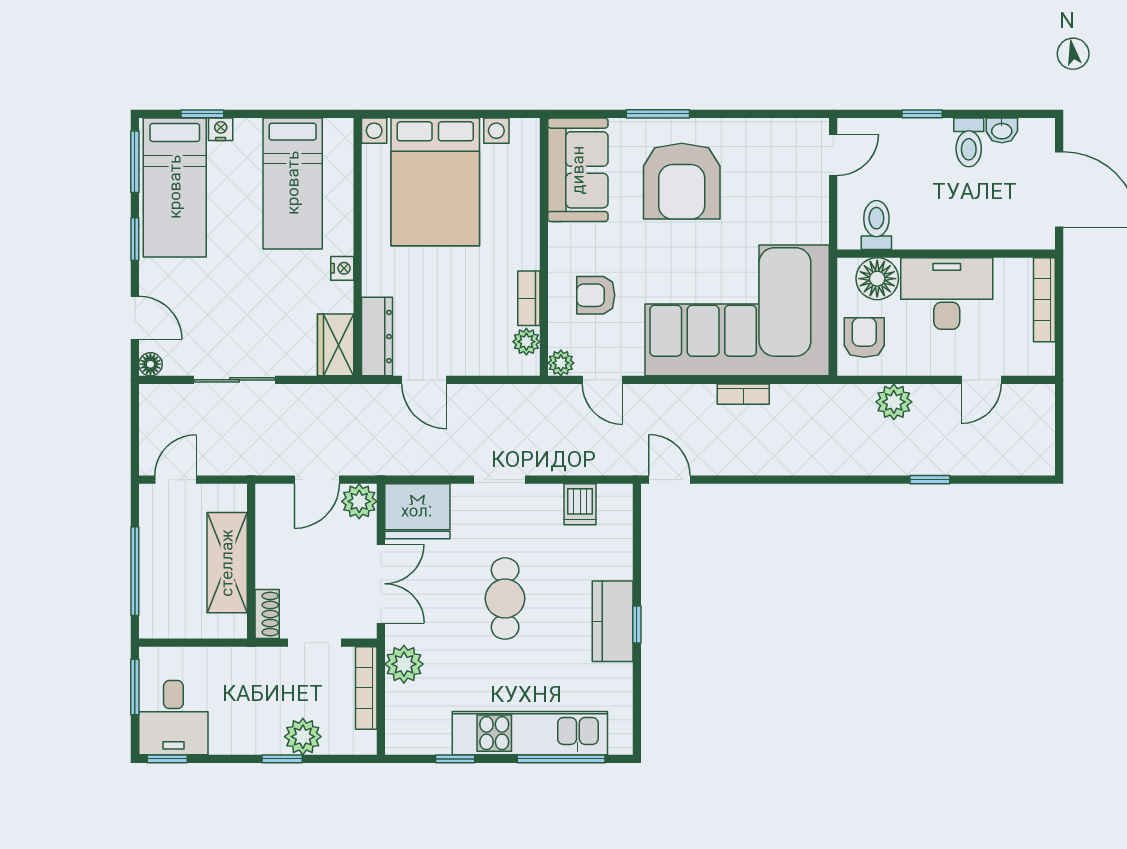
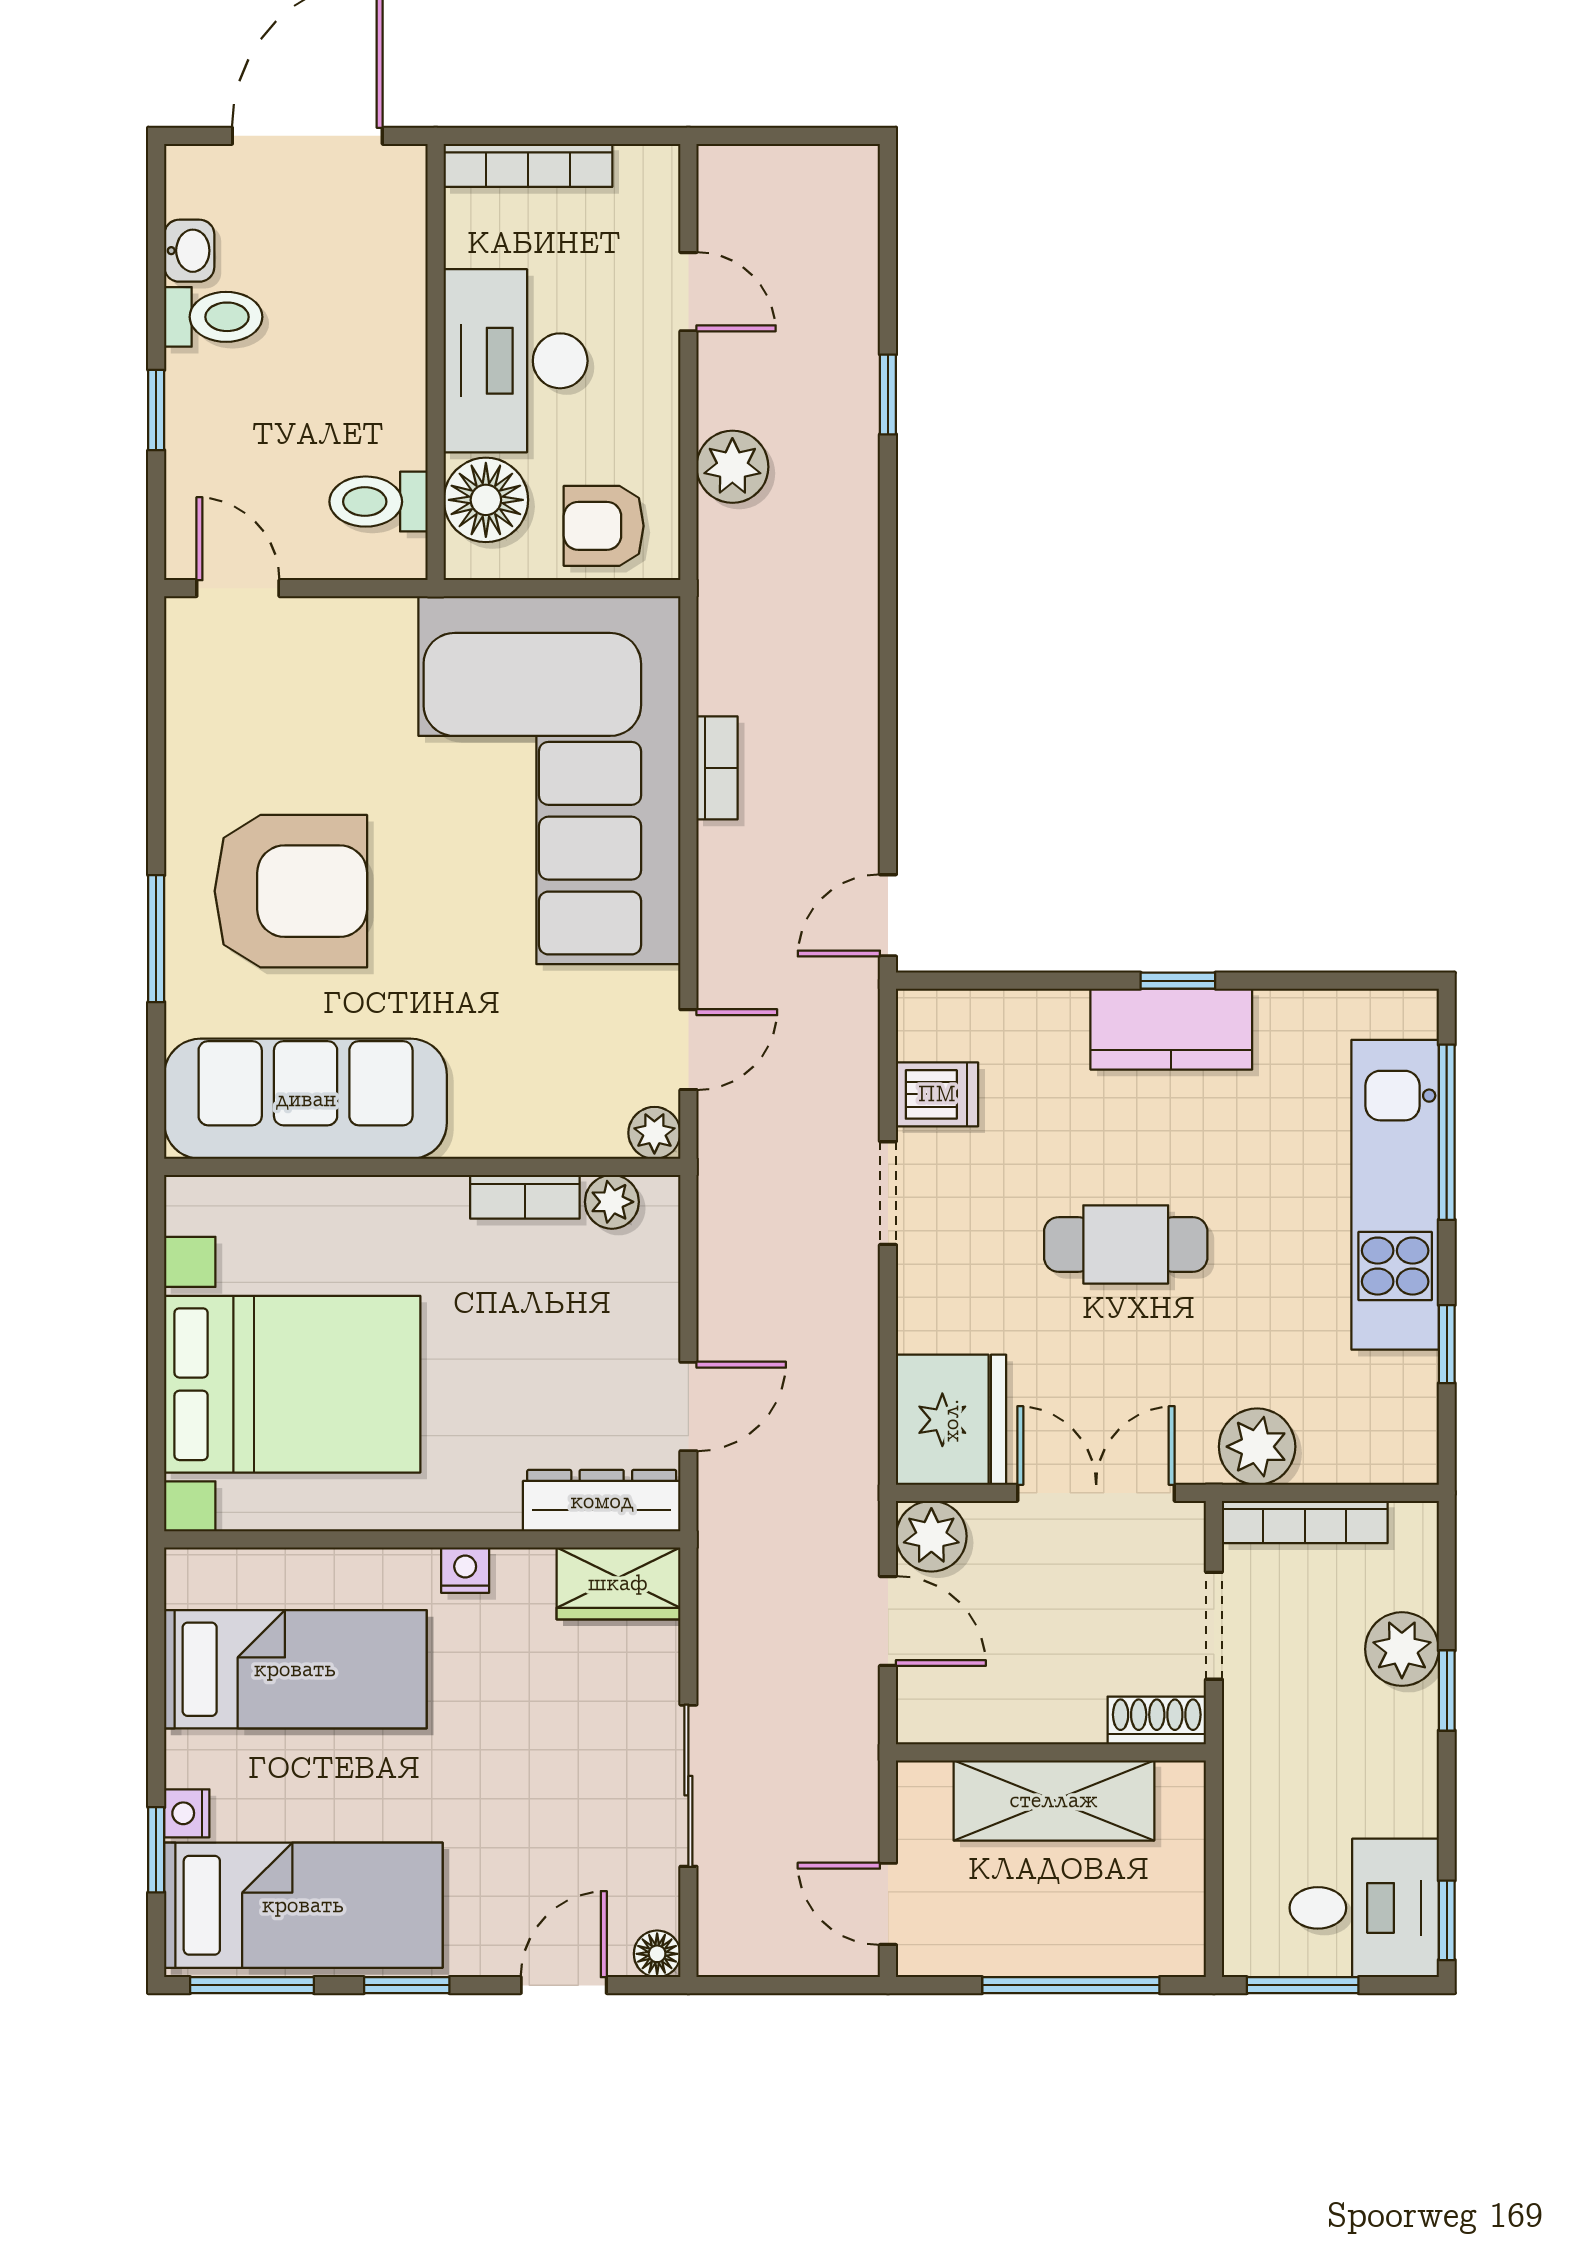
sofa: (578, 170) -> (306, 1099), width x1.36
armchair: (596, 295) -> (519, 1063), removed
doorway: (499, 480) -> (888, 1193), moved

